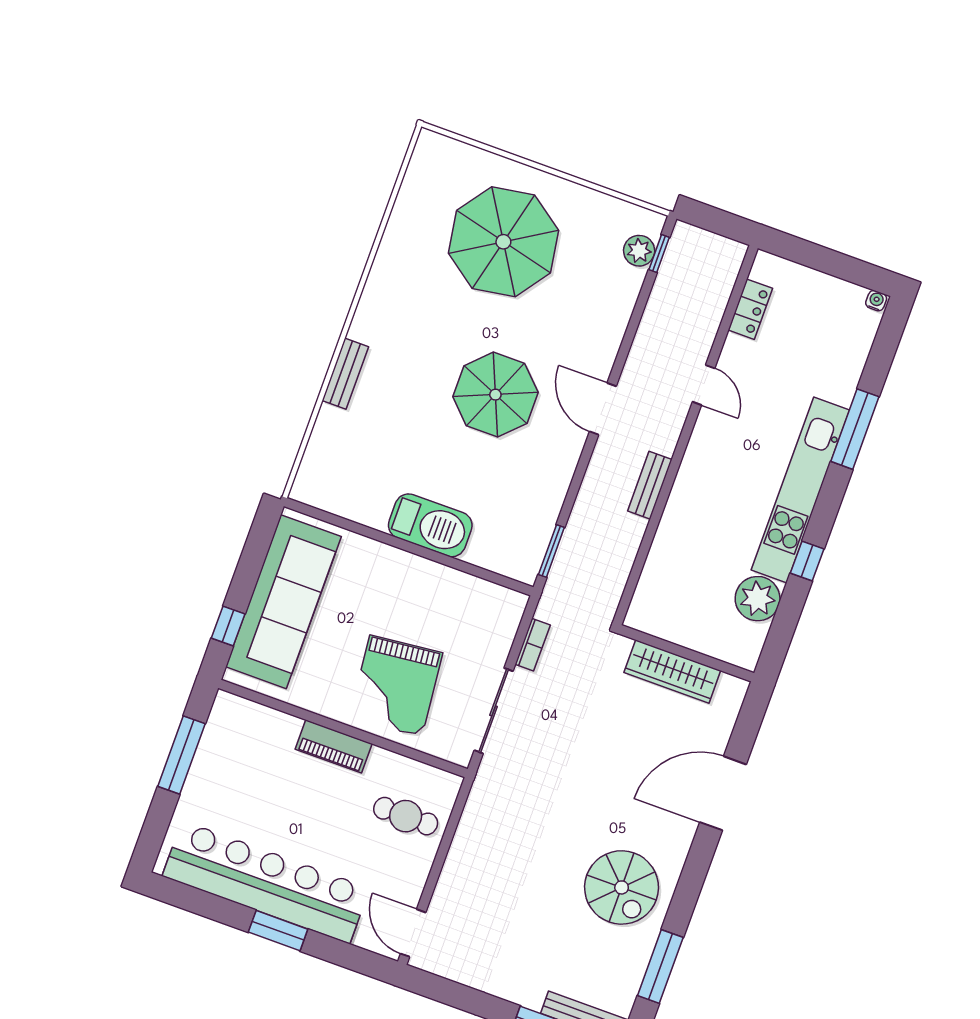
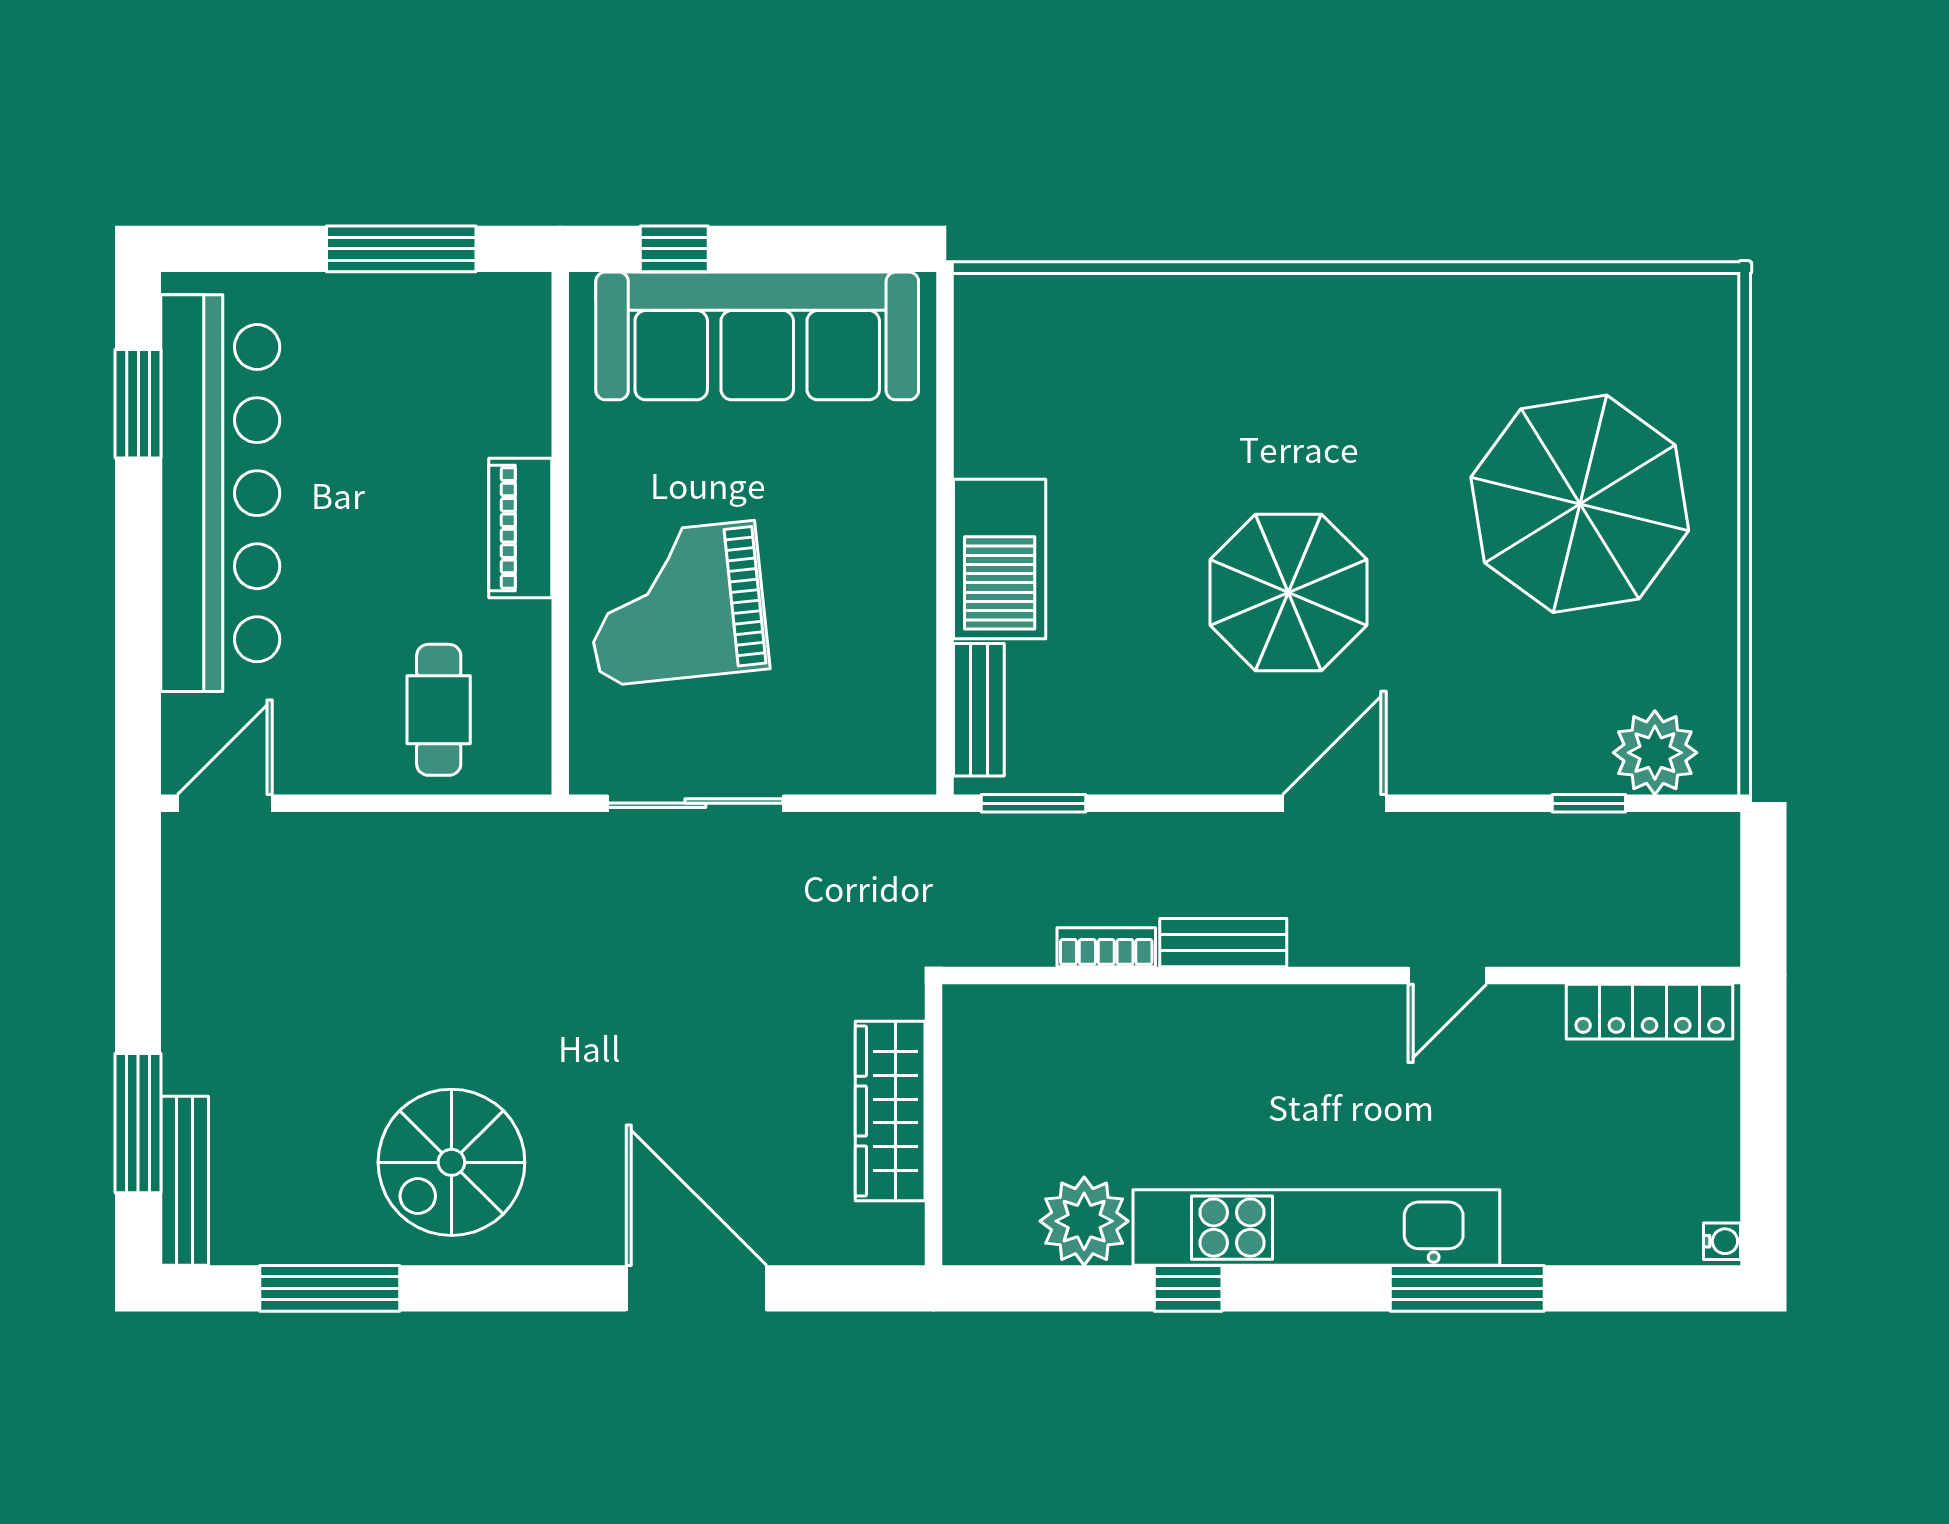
plant: (639, 251) -> (1655, 753), width x1.36, depth x1.36
window: (659, 254) -> (1589, 803), moved
locker: (750, 309) -> (1650, 1012), width x1.53
bench: (345, 374) -> (979, 710), moved, turned 90
bookcase: (533, 645) -> (1106, 947), moved, turned 180
window: (278, 931) -> (138, 404), moved

